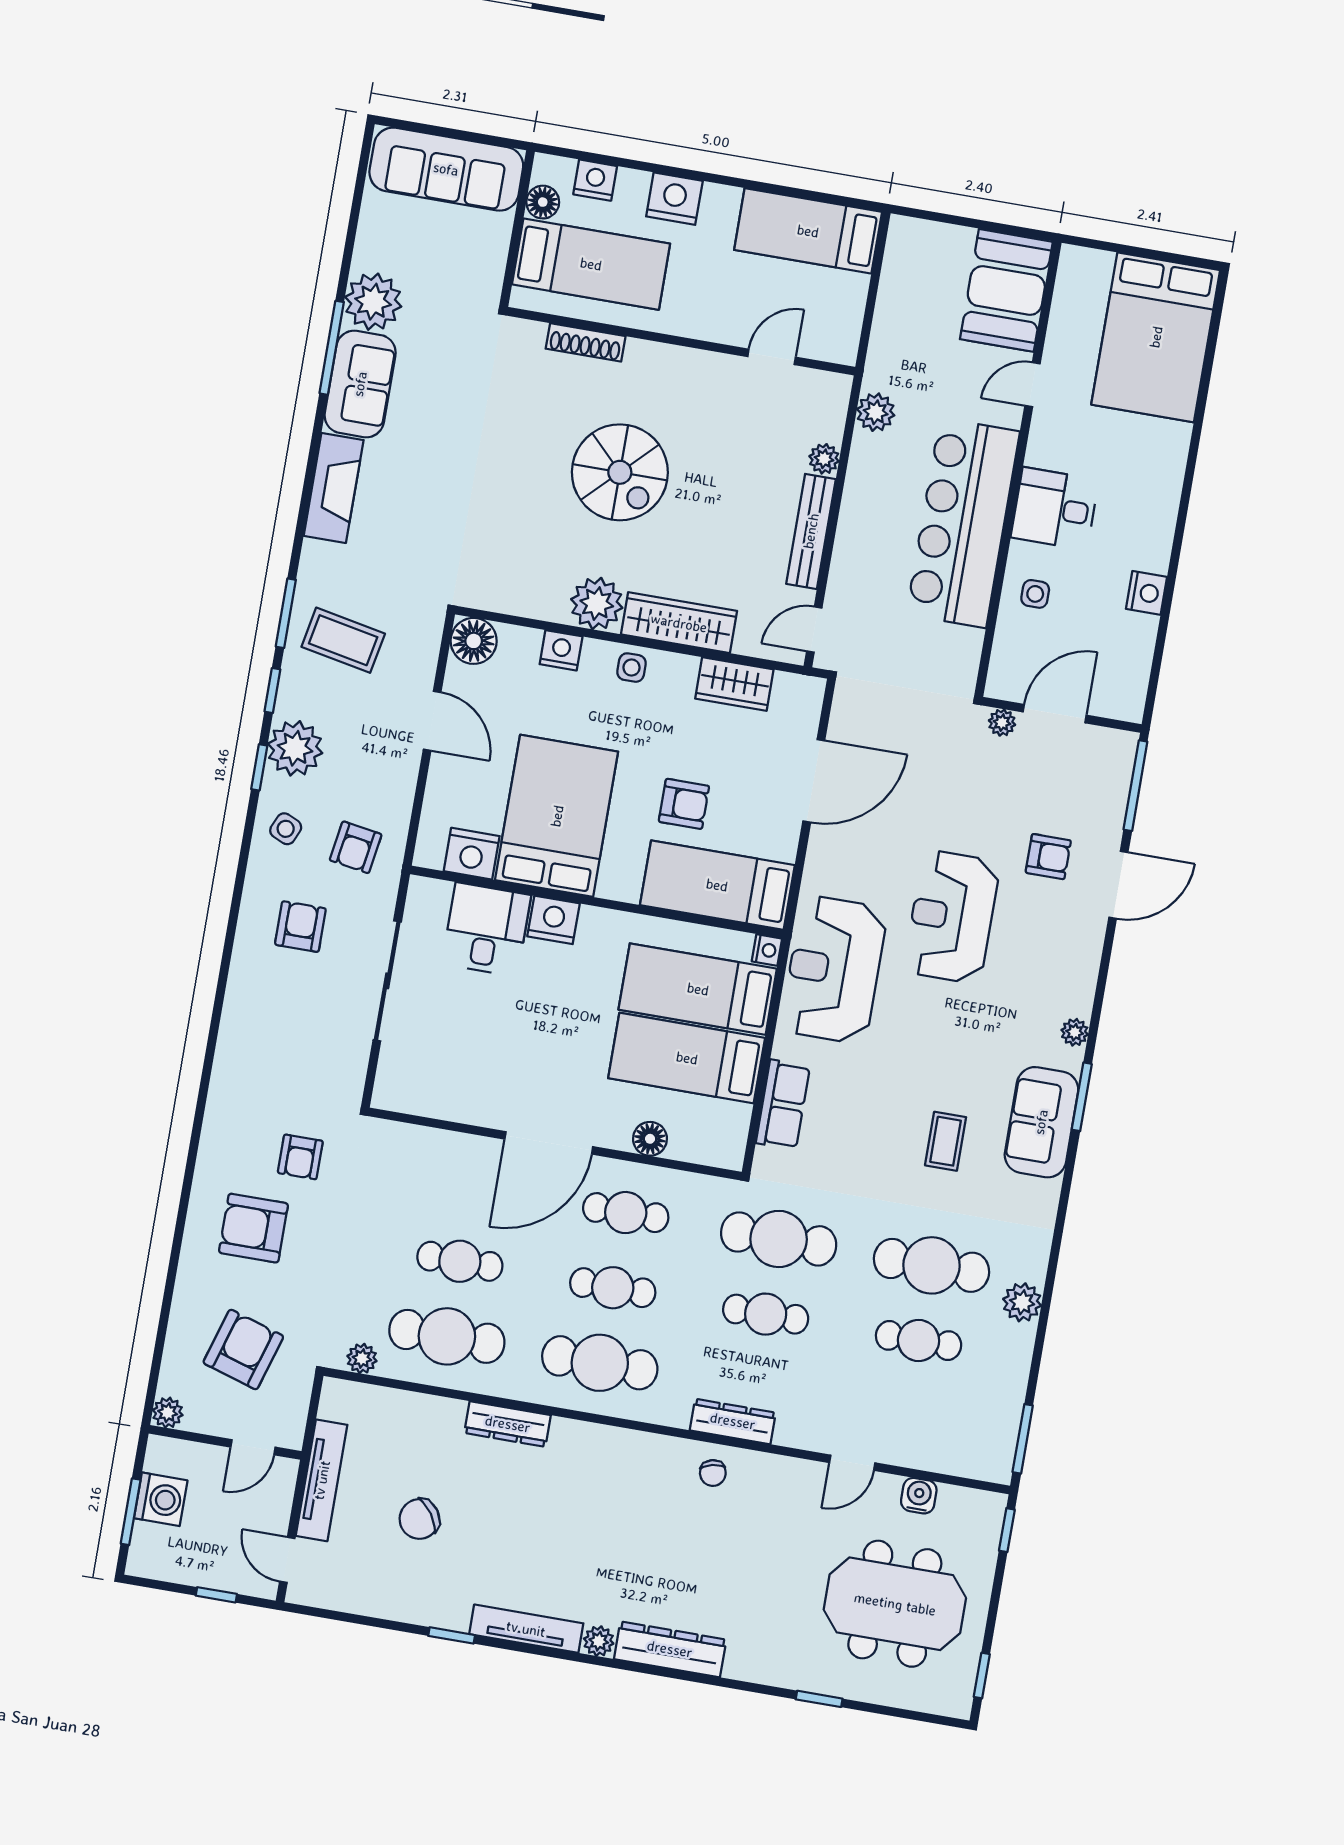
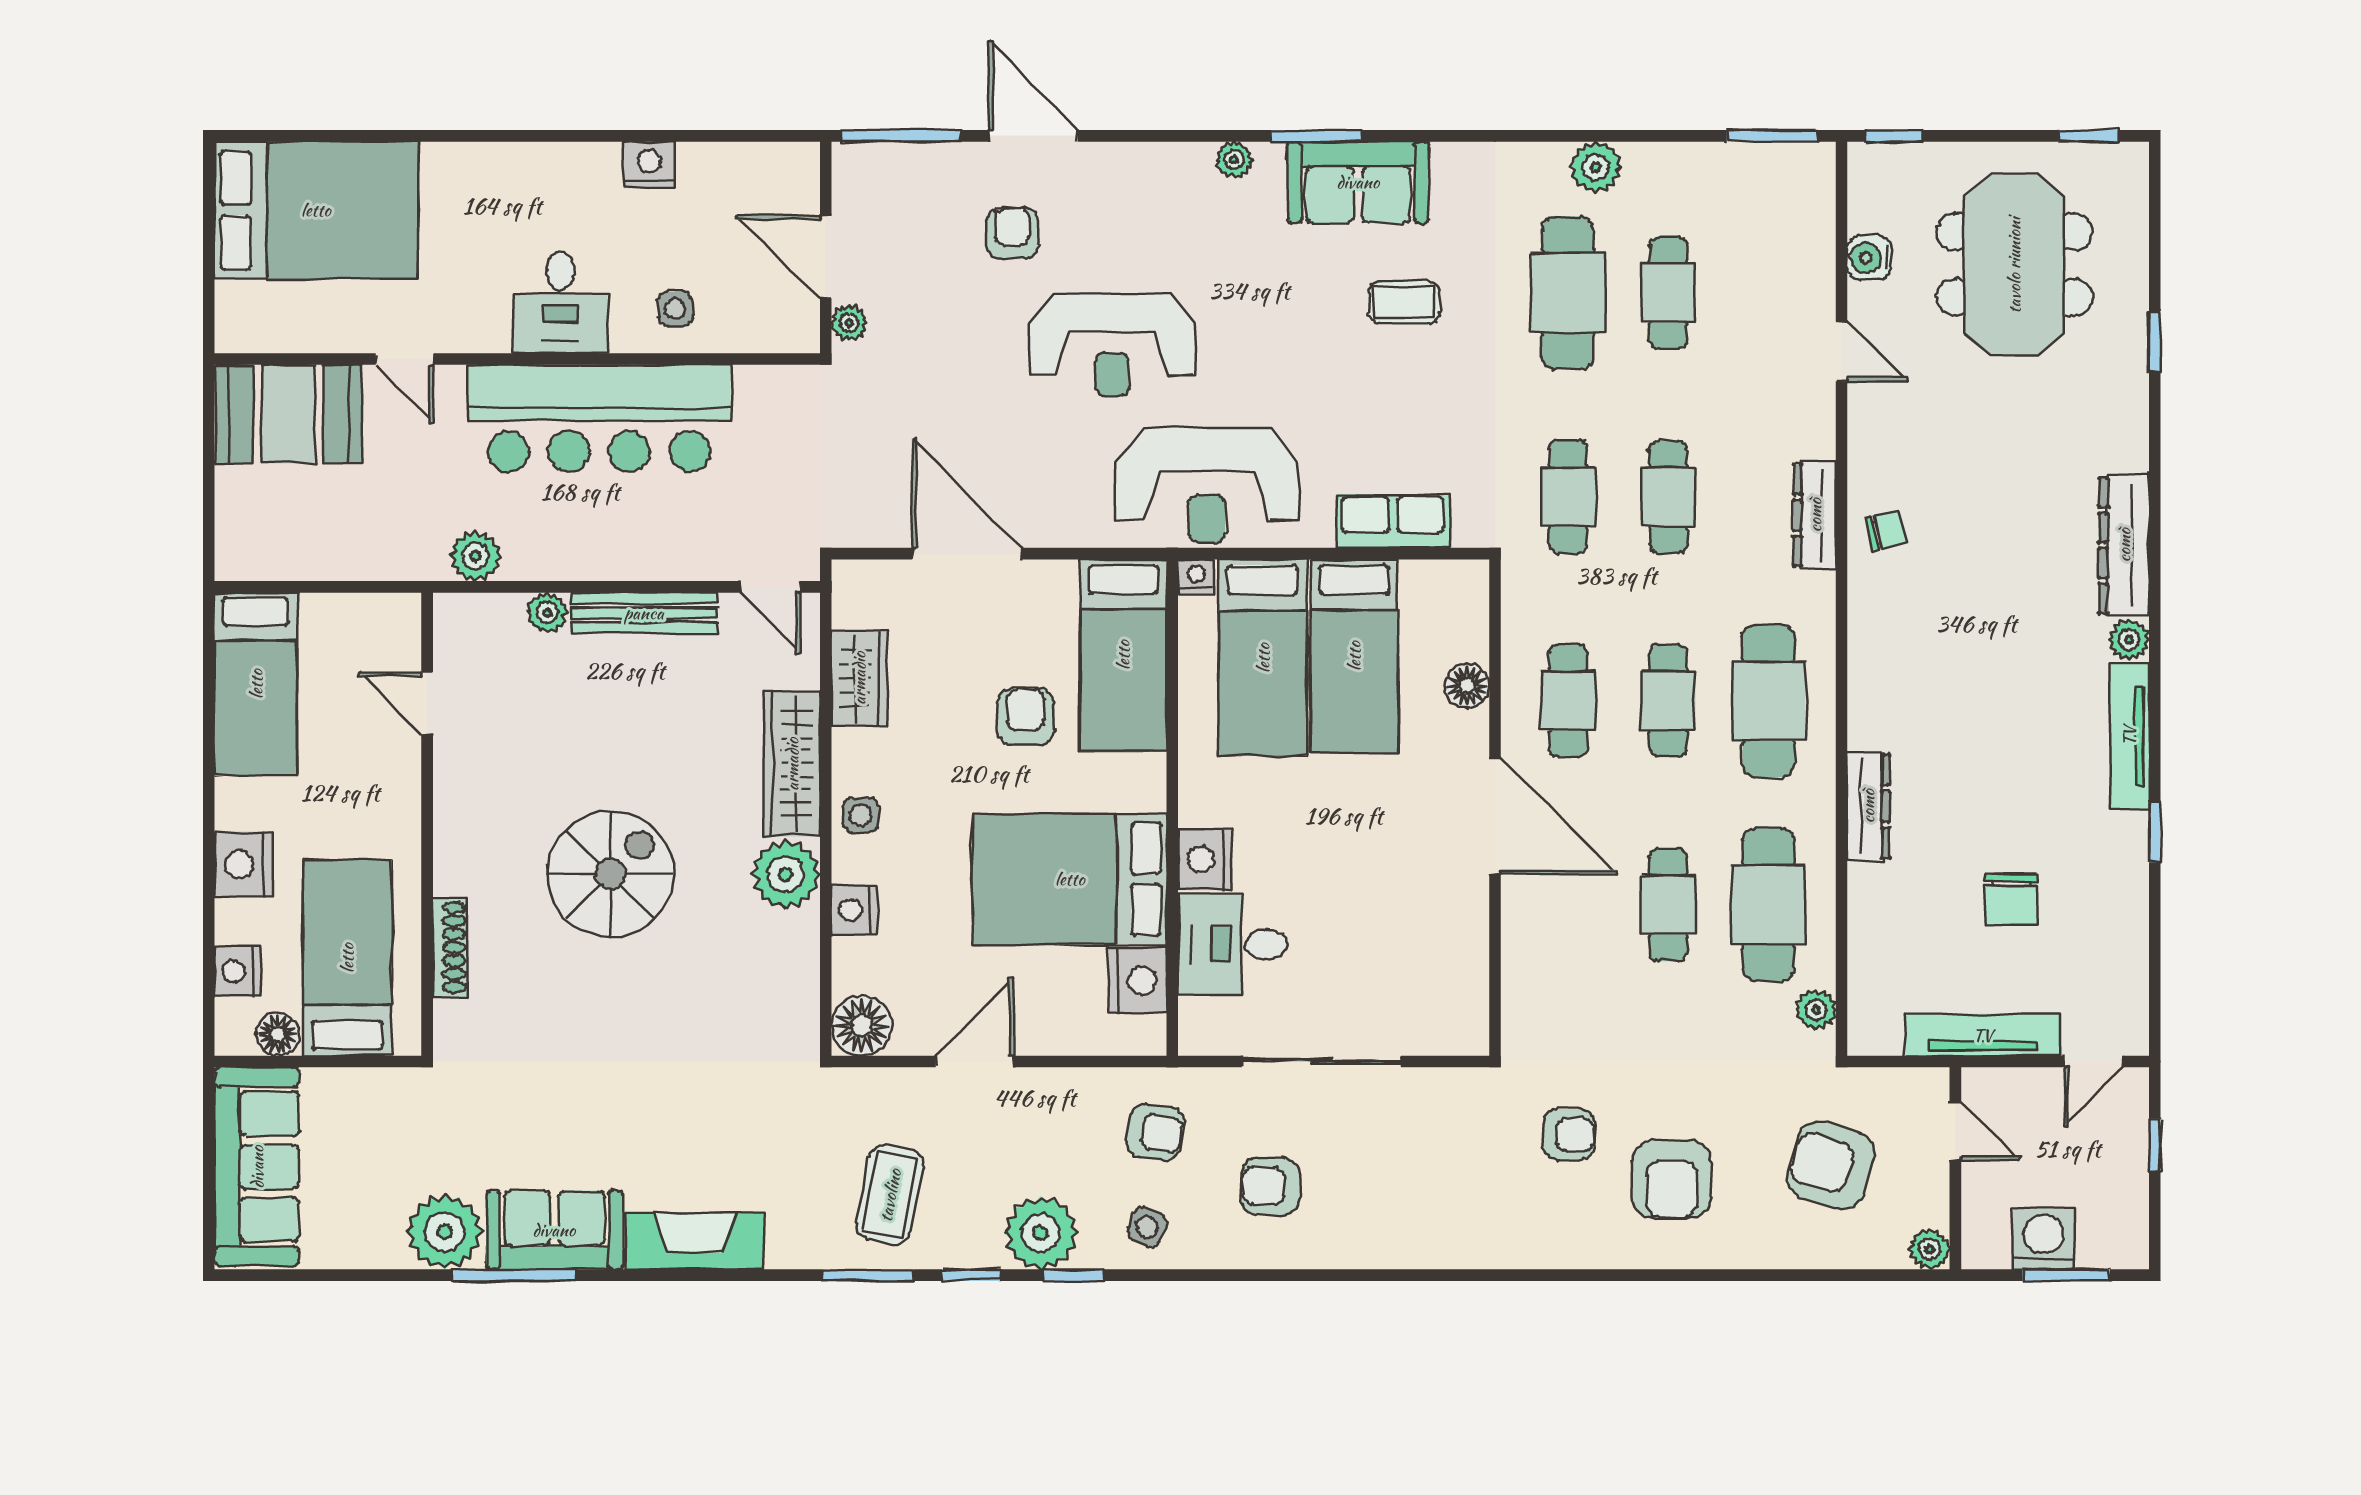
cafe table: (779, 1239) -> (1568, 497), width x0.73, depth x0.74
chair: (419, 1519) -> (2011, 899), turned 35

